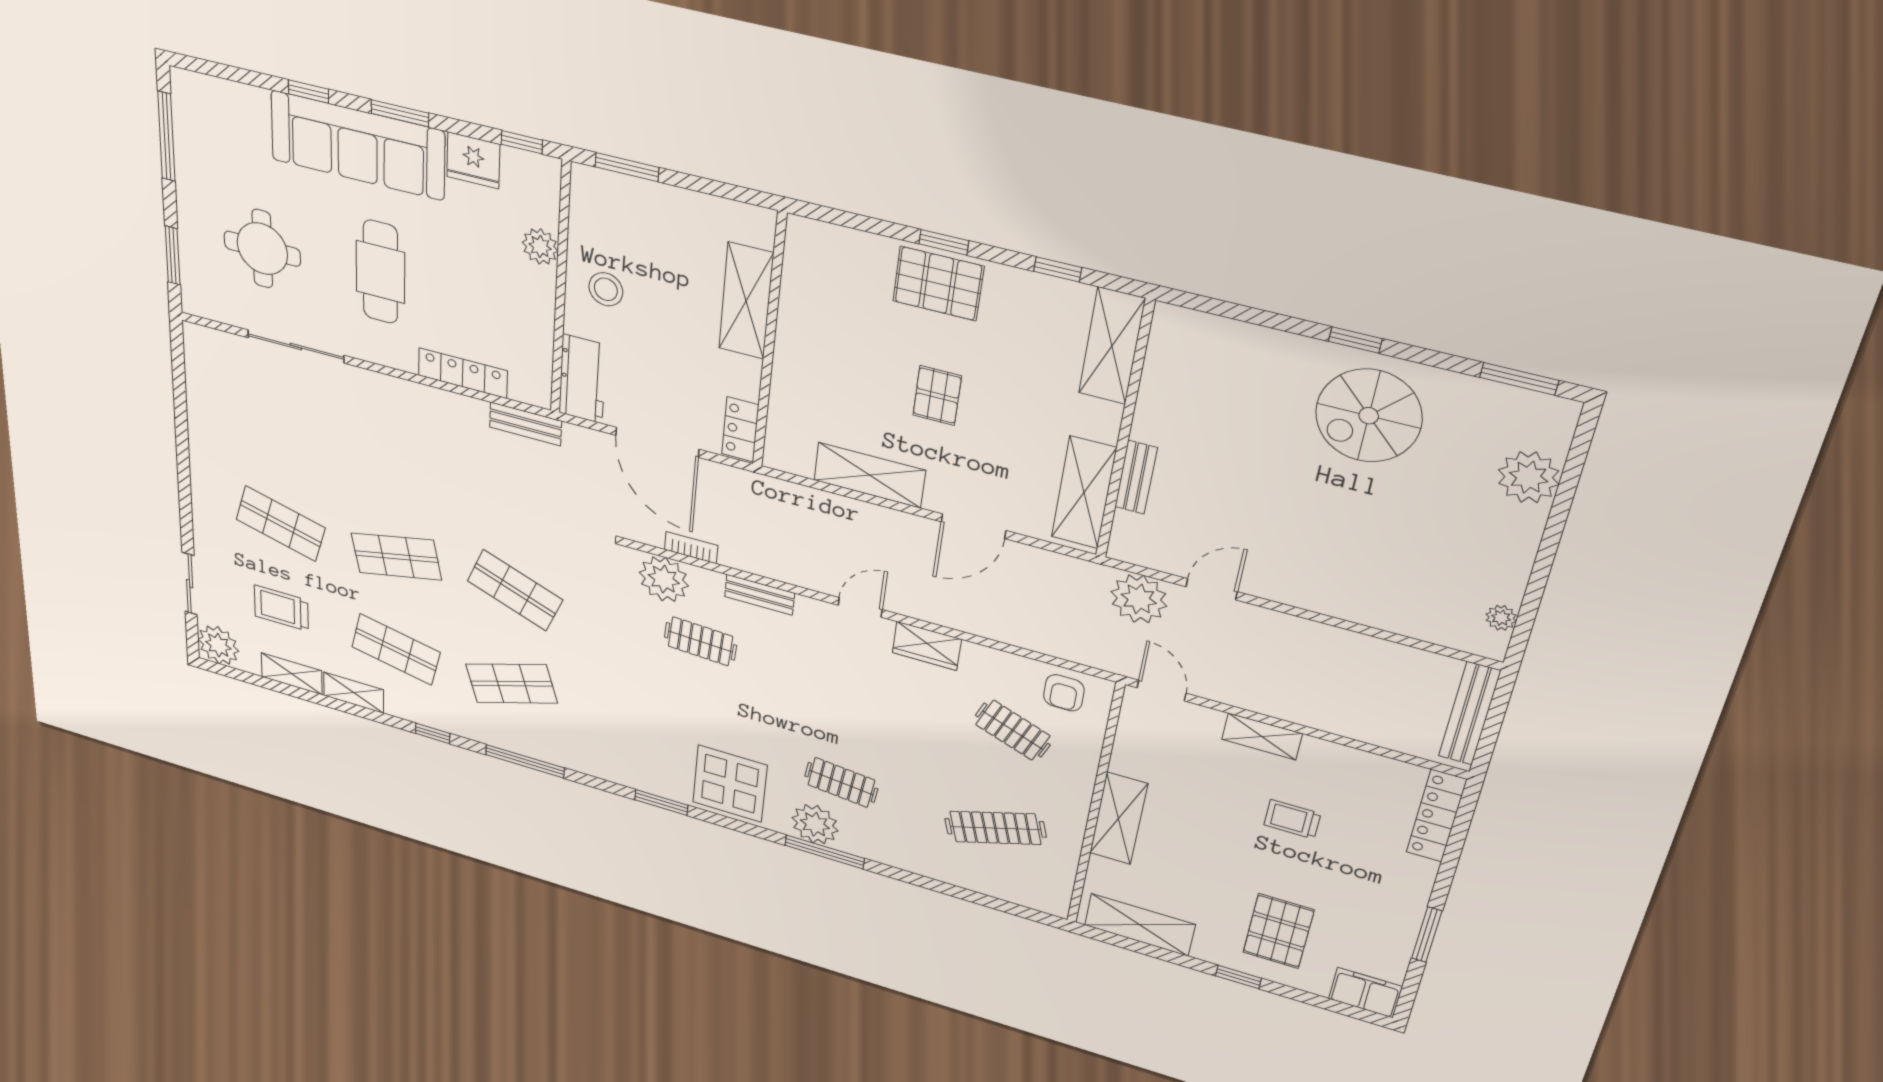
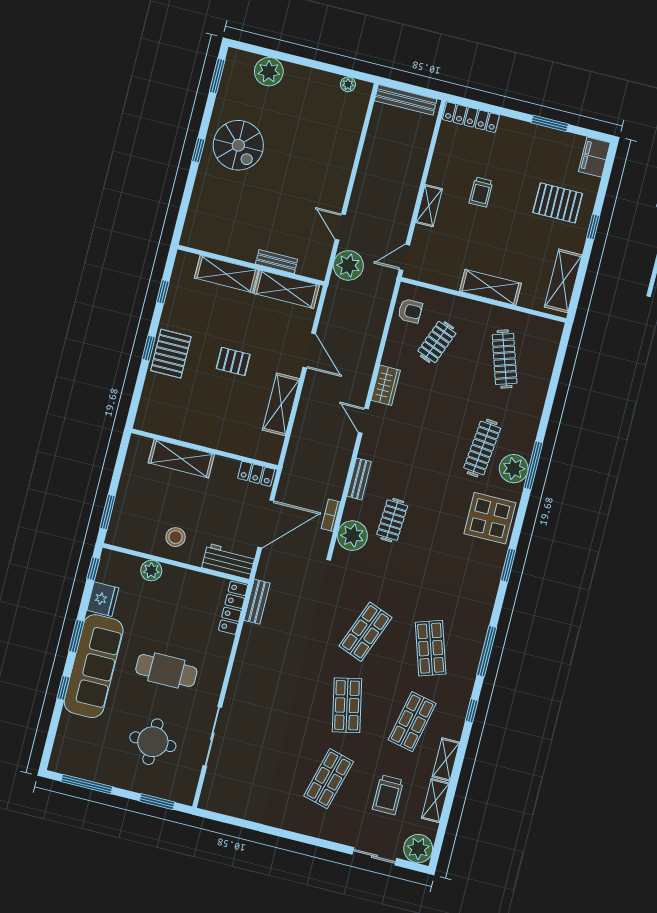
shelving: (1112, 346) -> (226, 274), moved
locker: (463, 373) -> (233, 608), moved
clothes rail: (841, 782) -> (482, 448), width x1.36

